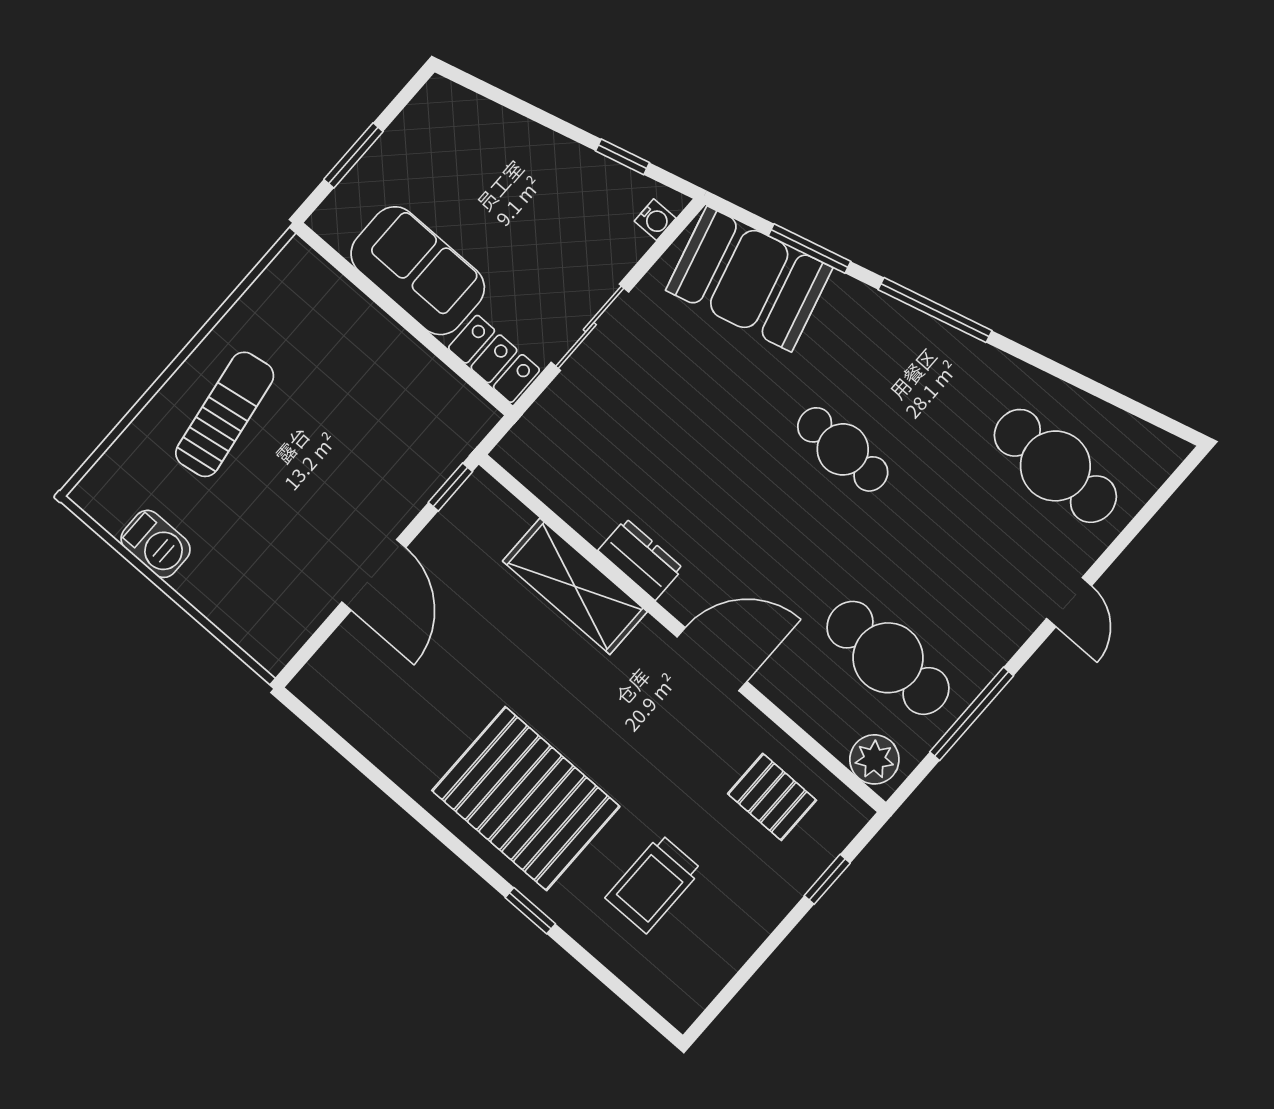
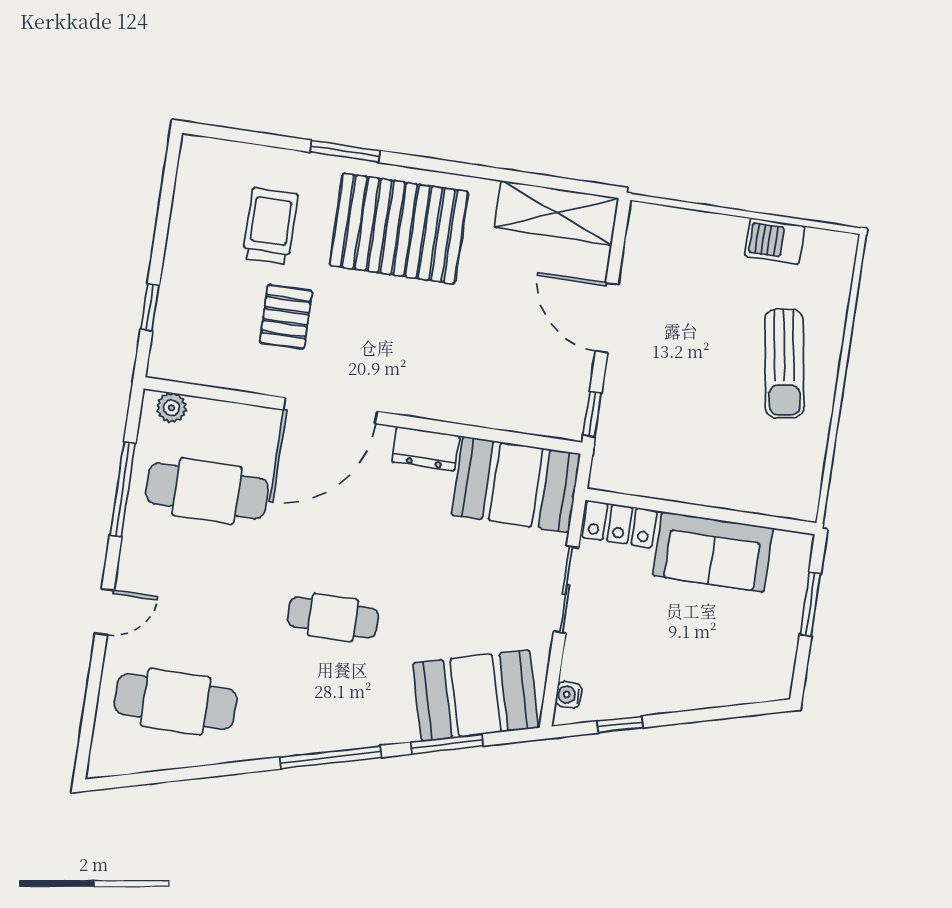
booth: (573, 465) -> (516, 484), added
shelving: (575, 586) -> (556, 213), moved
door: (1069, 602) -> (104, 612), swing flipped
door: (712, 659) -> (330, 411), width x1.36
plant: (874, 759) -> (172, 408), width x0.73, depth x0.73
pallet: (772, 797) -> (286, 317), moved, turned 90
window: (530, 911) -> (345, 151), width x1.50

